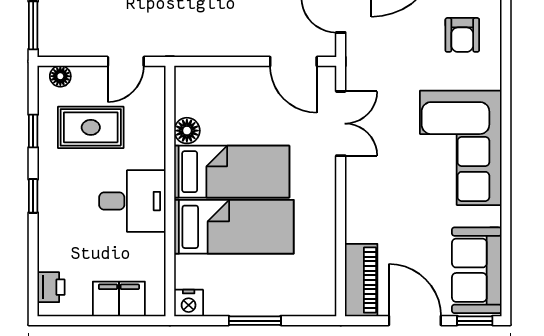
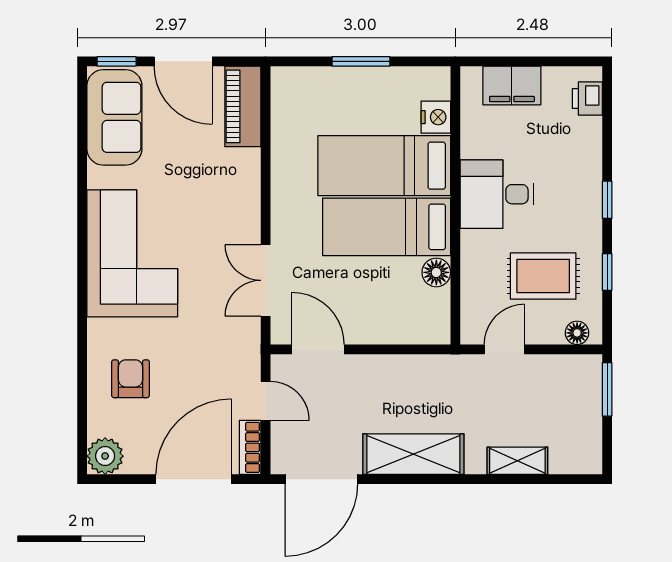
nightstand: (189, 303) -> (436, 117), moved, turned 90

